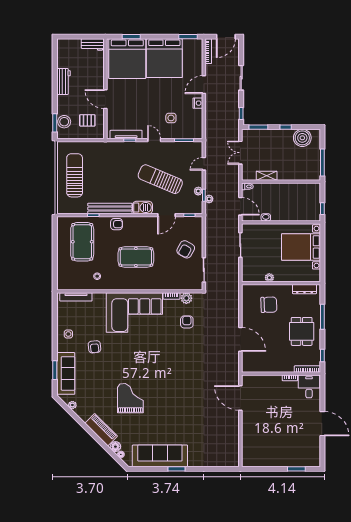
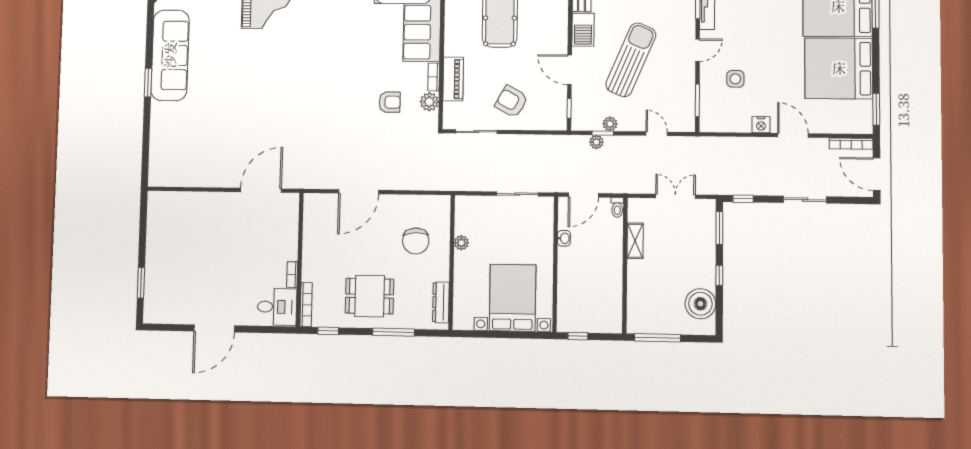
piano: (173, 284) -> (453, 79), added

